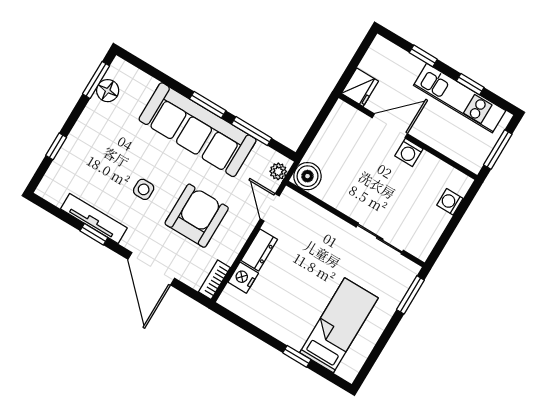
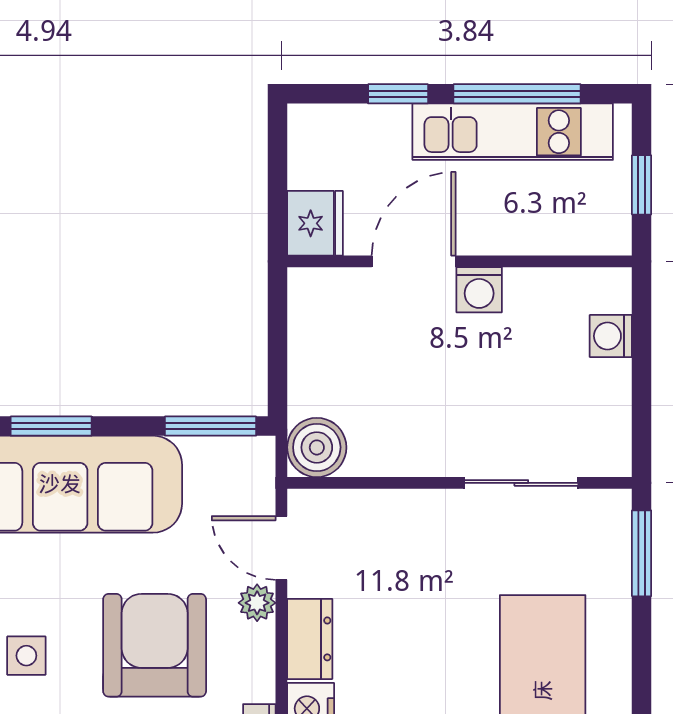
window: (470, 84) -> (517, 94), width x2.17
window: (252, 131) -> (210, 426), moved
window: (498, 149) -> (642, 185), width x0.67
plant: (278, 171) -> (257, 603), moved

